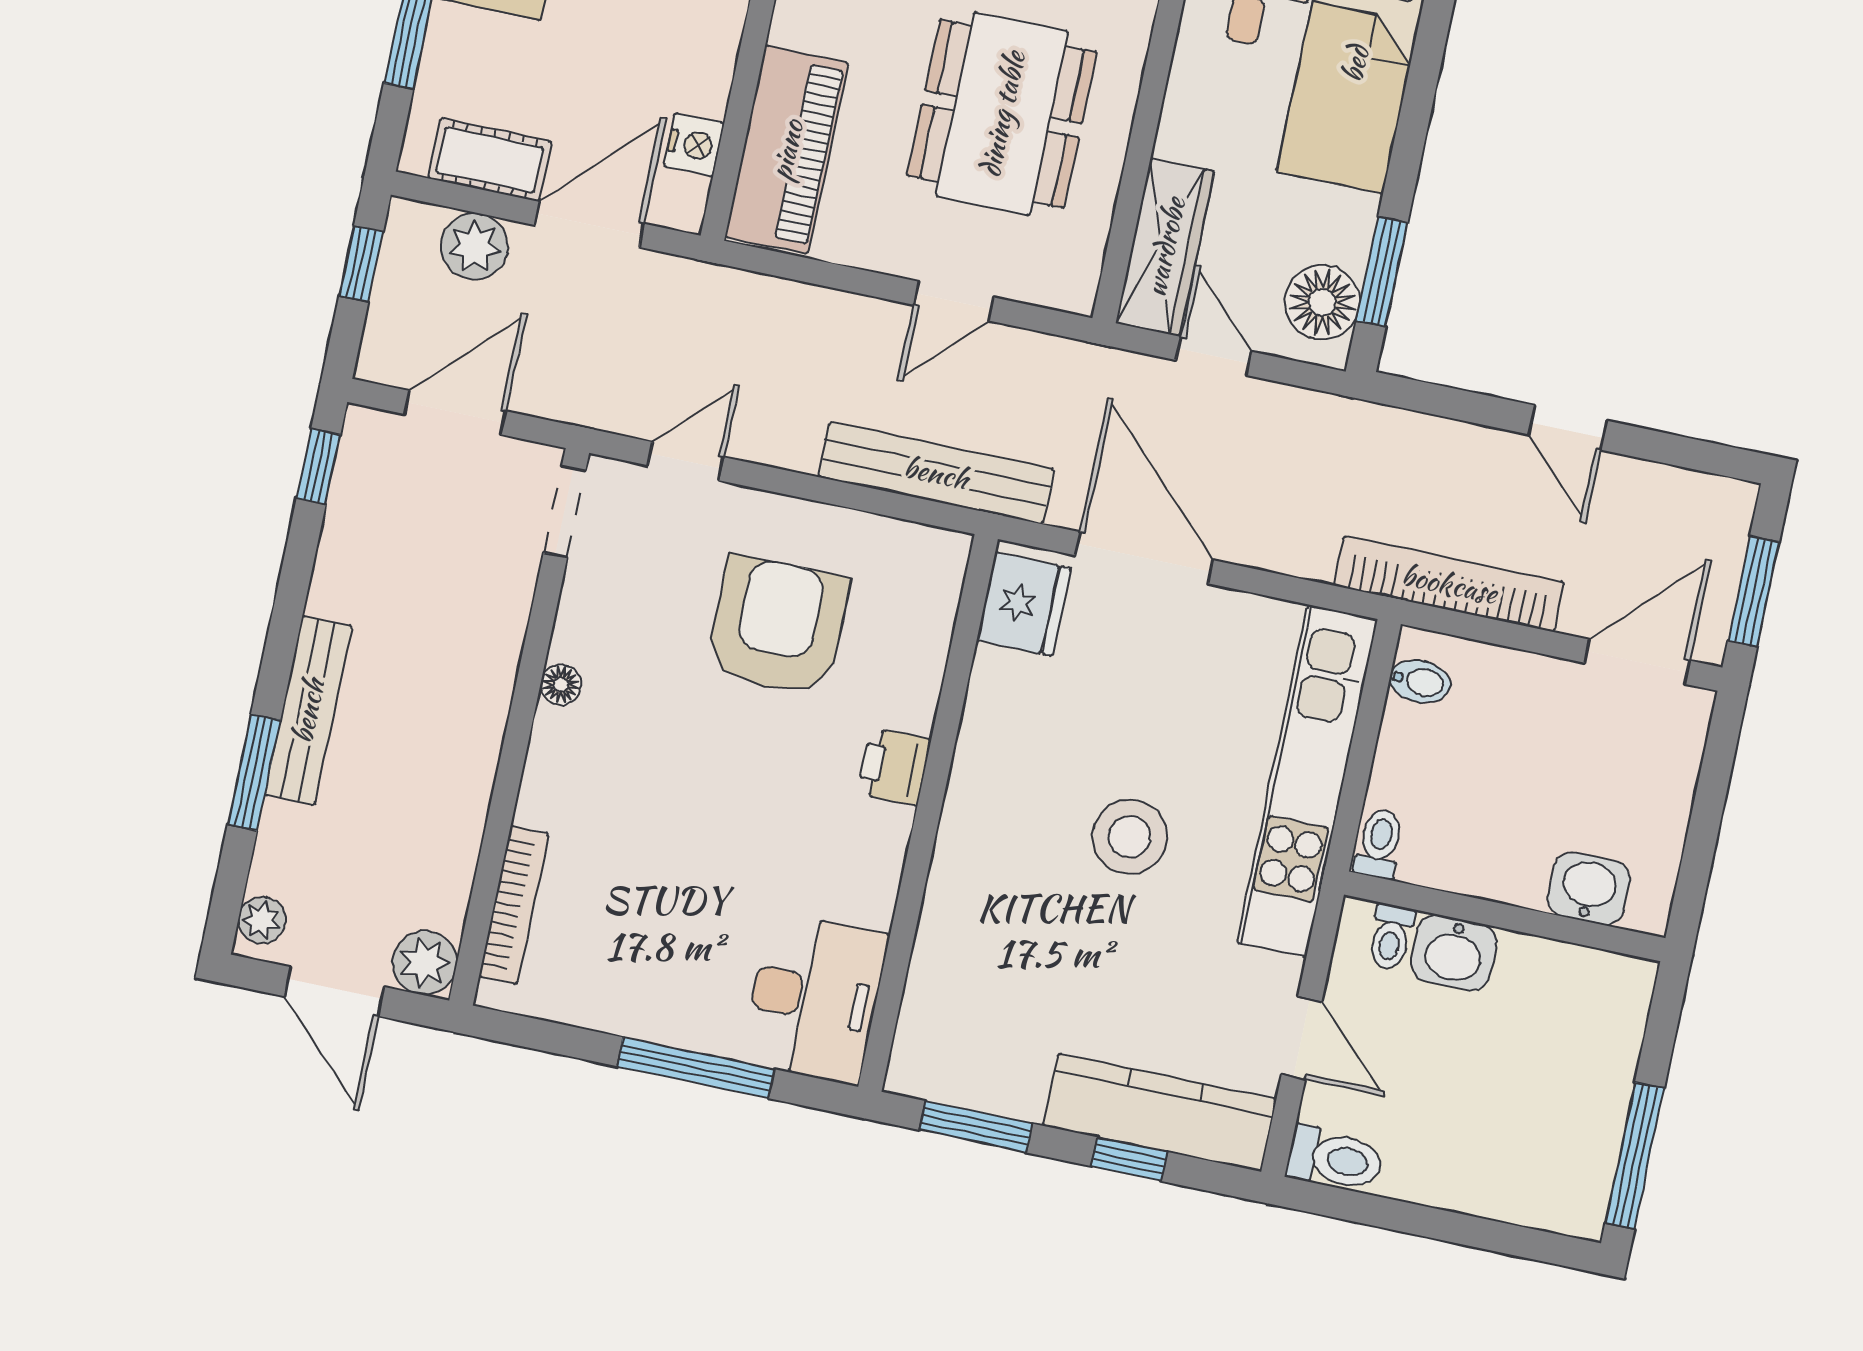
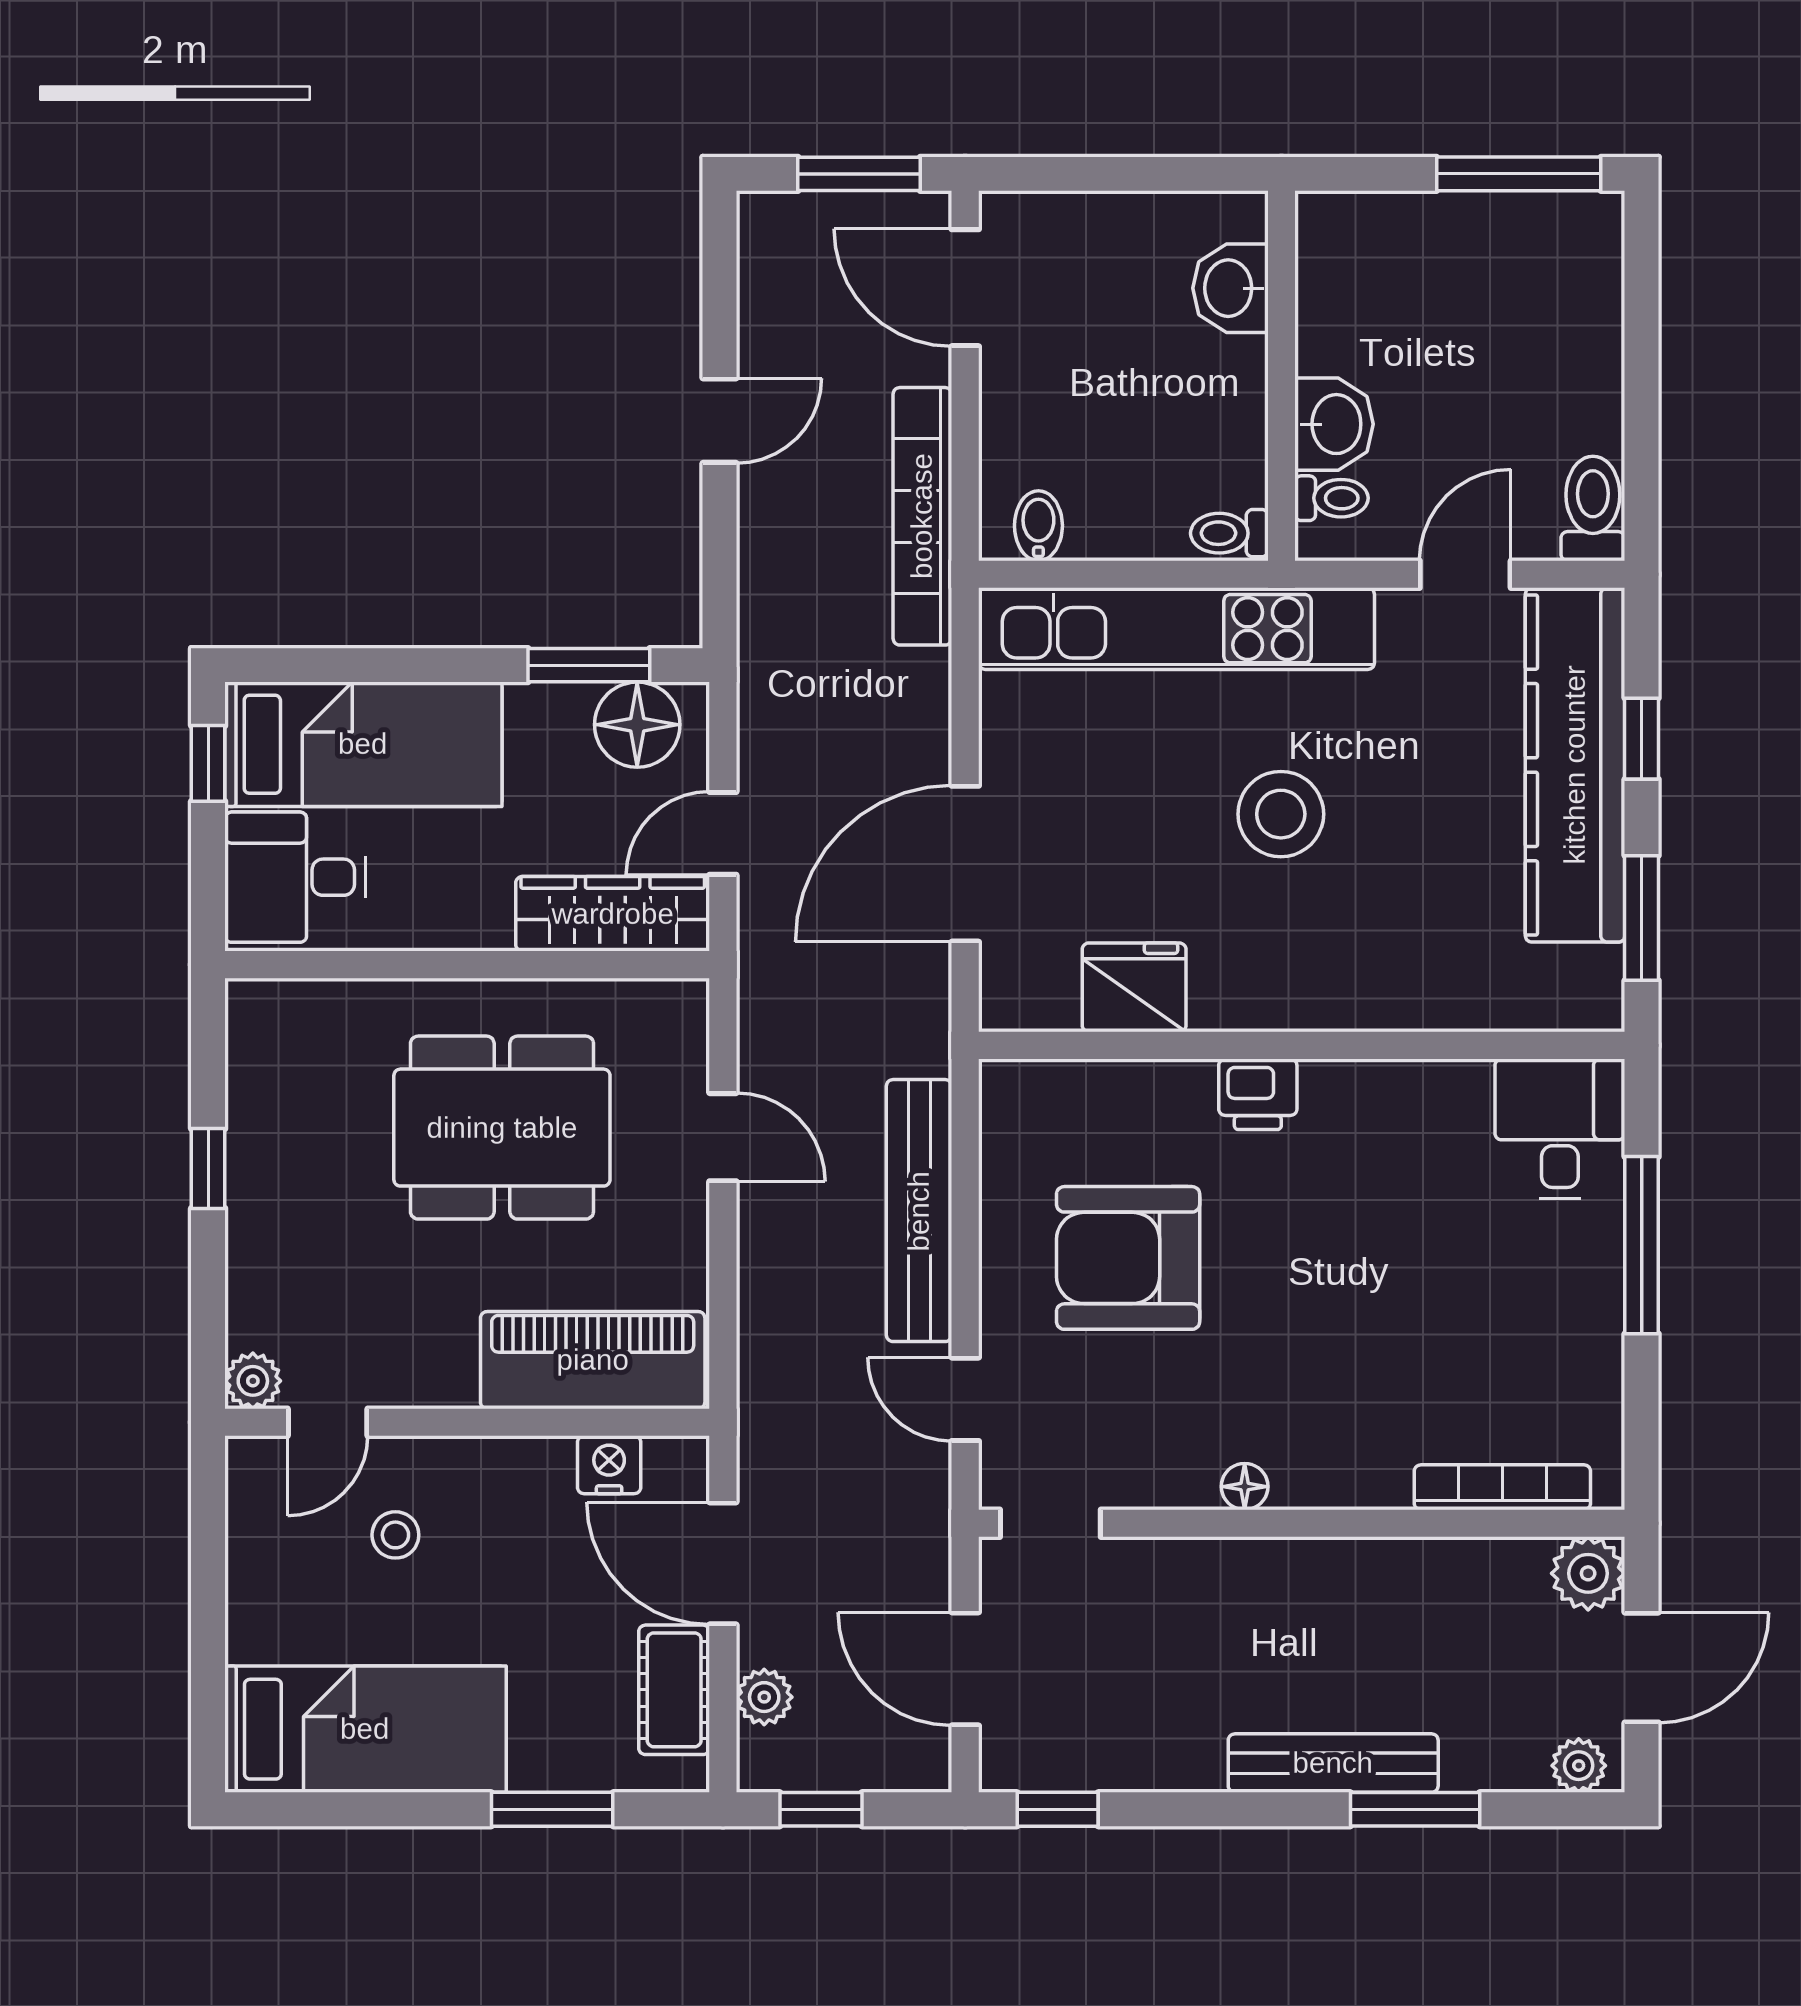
plant: (474, 246) -> (764, 1697), width x0.73, depth x0.73
bench: (936, 473) -> (919, 1211), moved
fridge: (1024, 604) -> (1134, 987), moved
desk: (814, 998) -> (1560, 1129), width x0.73
kitchen counter: (1160, 1112) -> (1575, 765), width x1.39, depth x1.17

